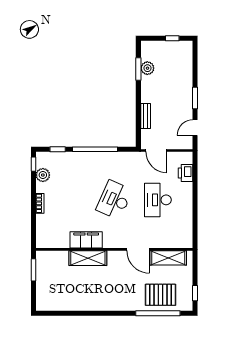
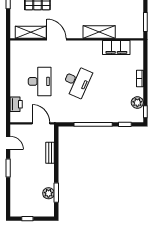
door: (195, 128) -> (8, 143), hinge flipped
filing cabinet: (86, 240) -> (116, 48), moved

